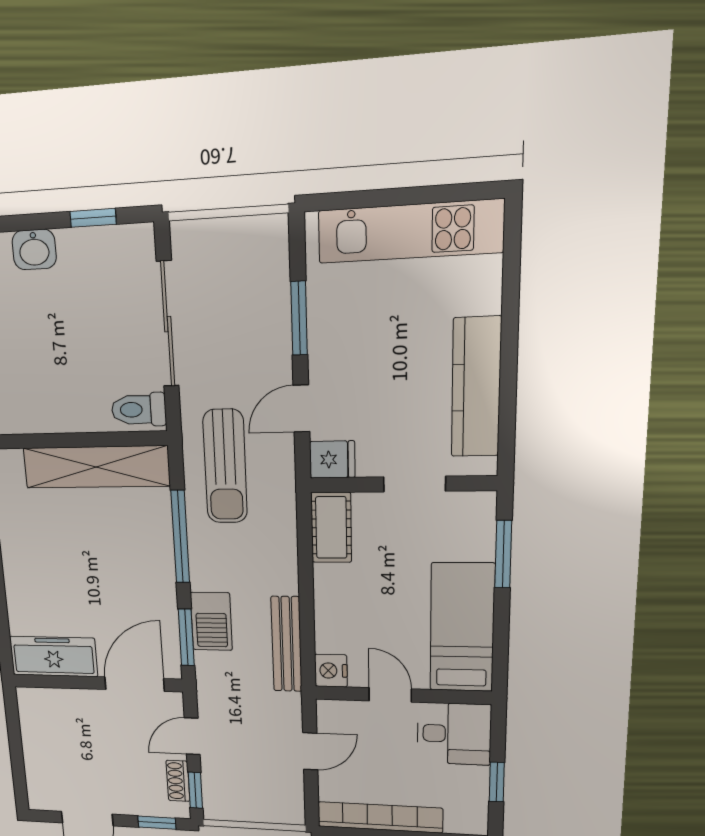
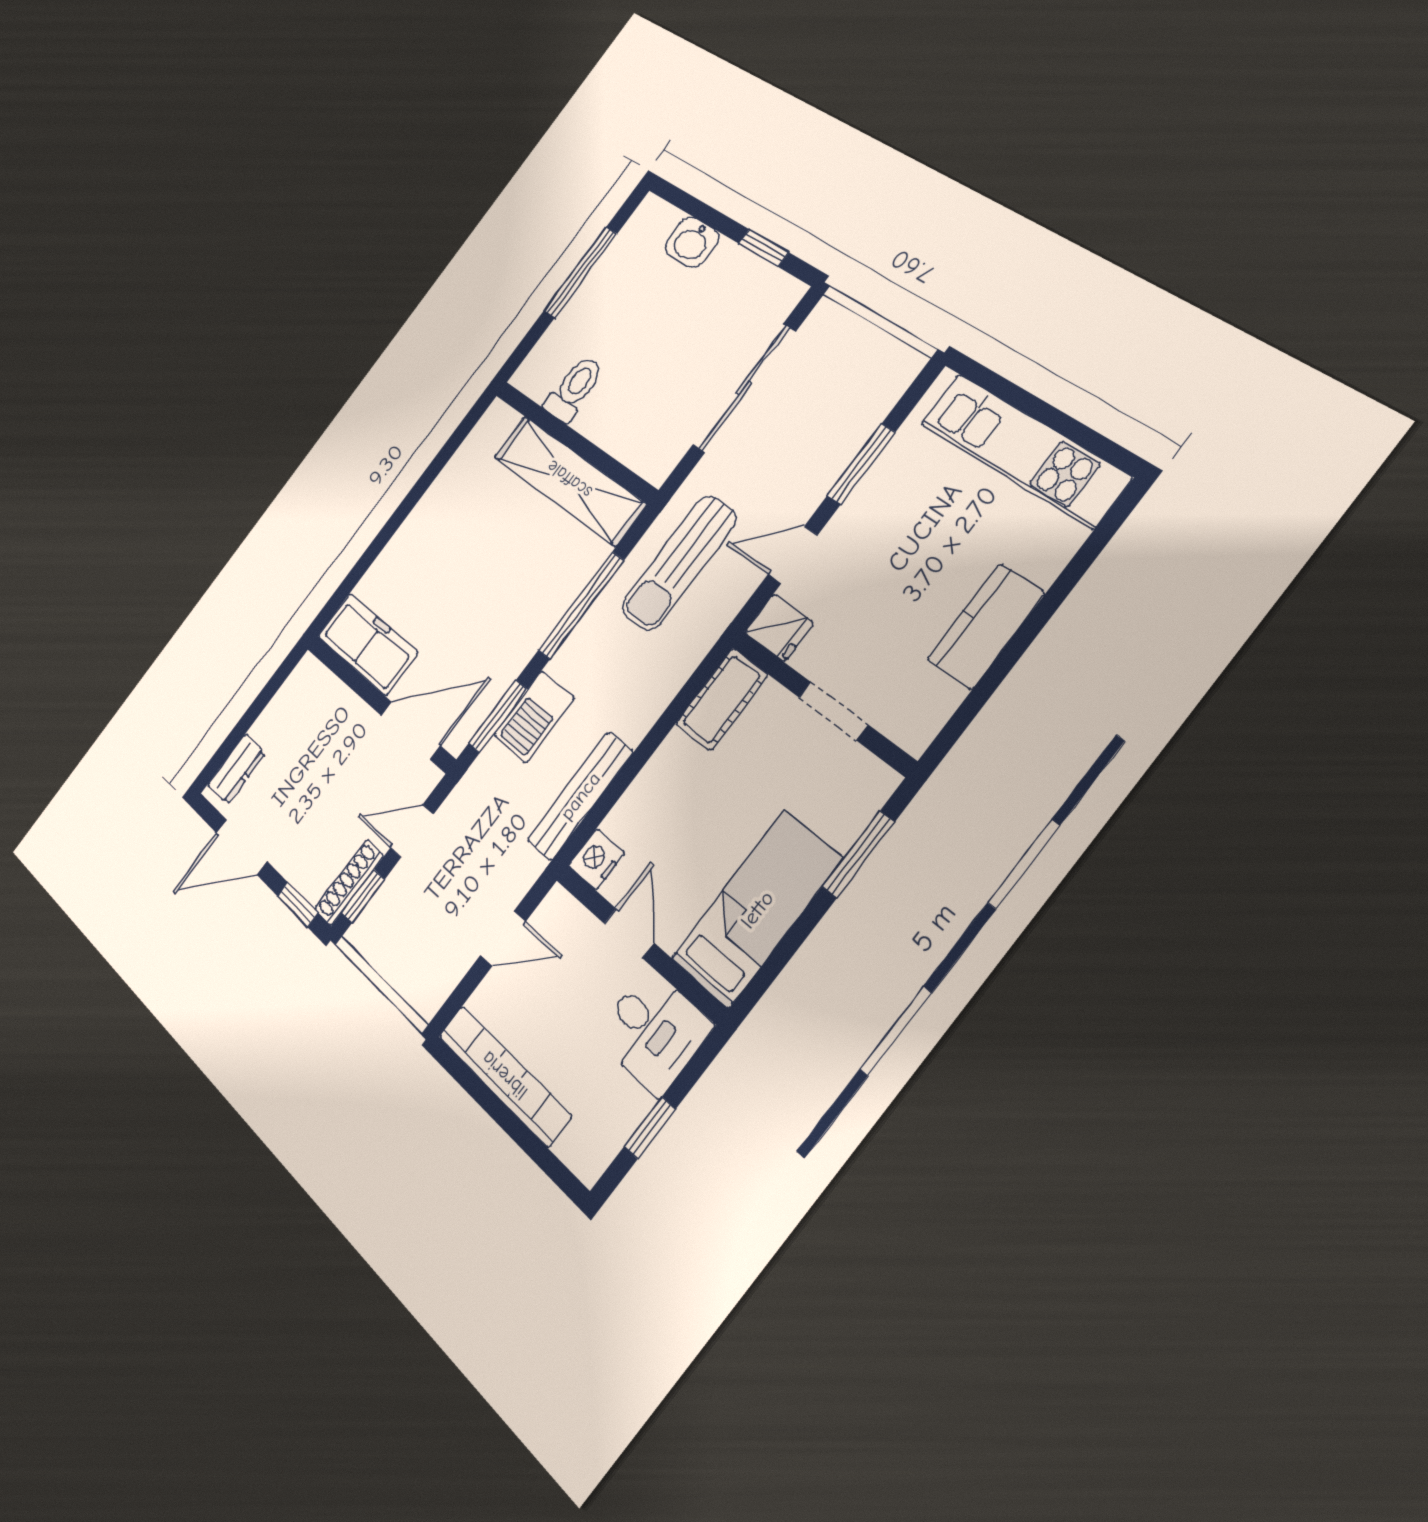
kitchen counter: (476, 387) -> (986, 626), width x0.67
toilet: (139, 410) -> (574, 389), moved, turned 90
shoe rack: (178, 781) -> (349, 882), width x1.43
dresser: (38, 782) -> (237, 769), added

